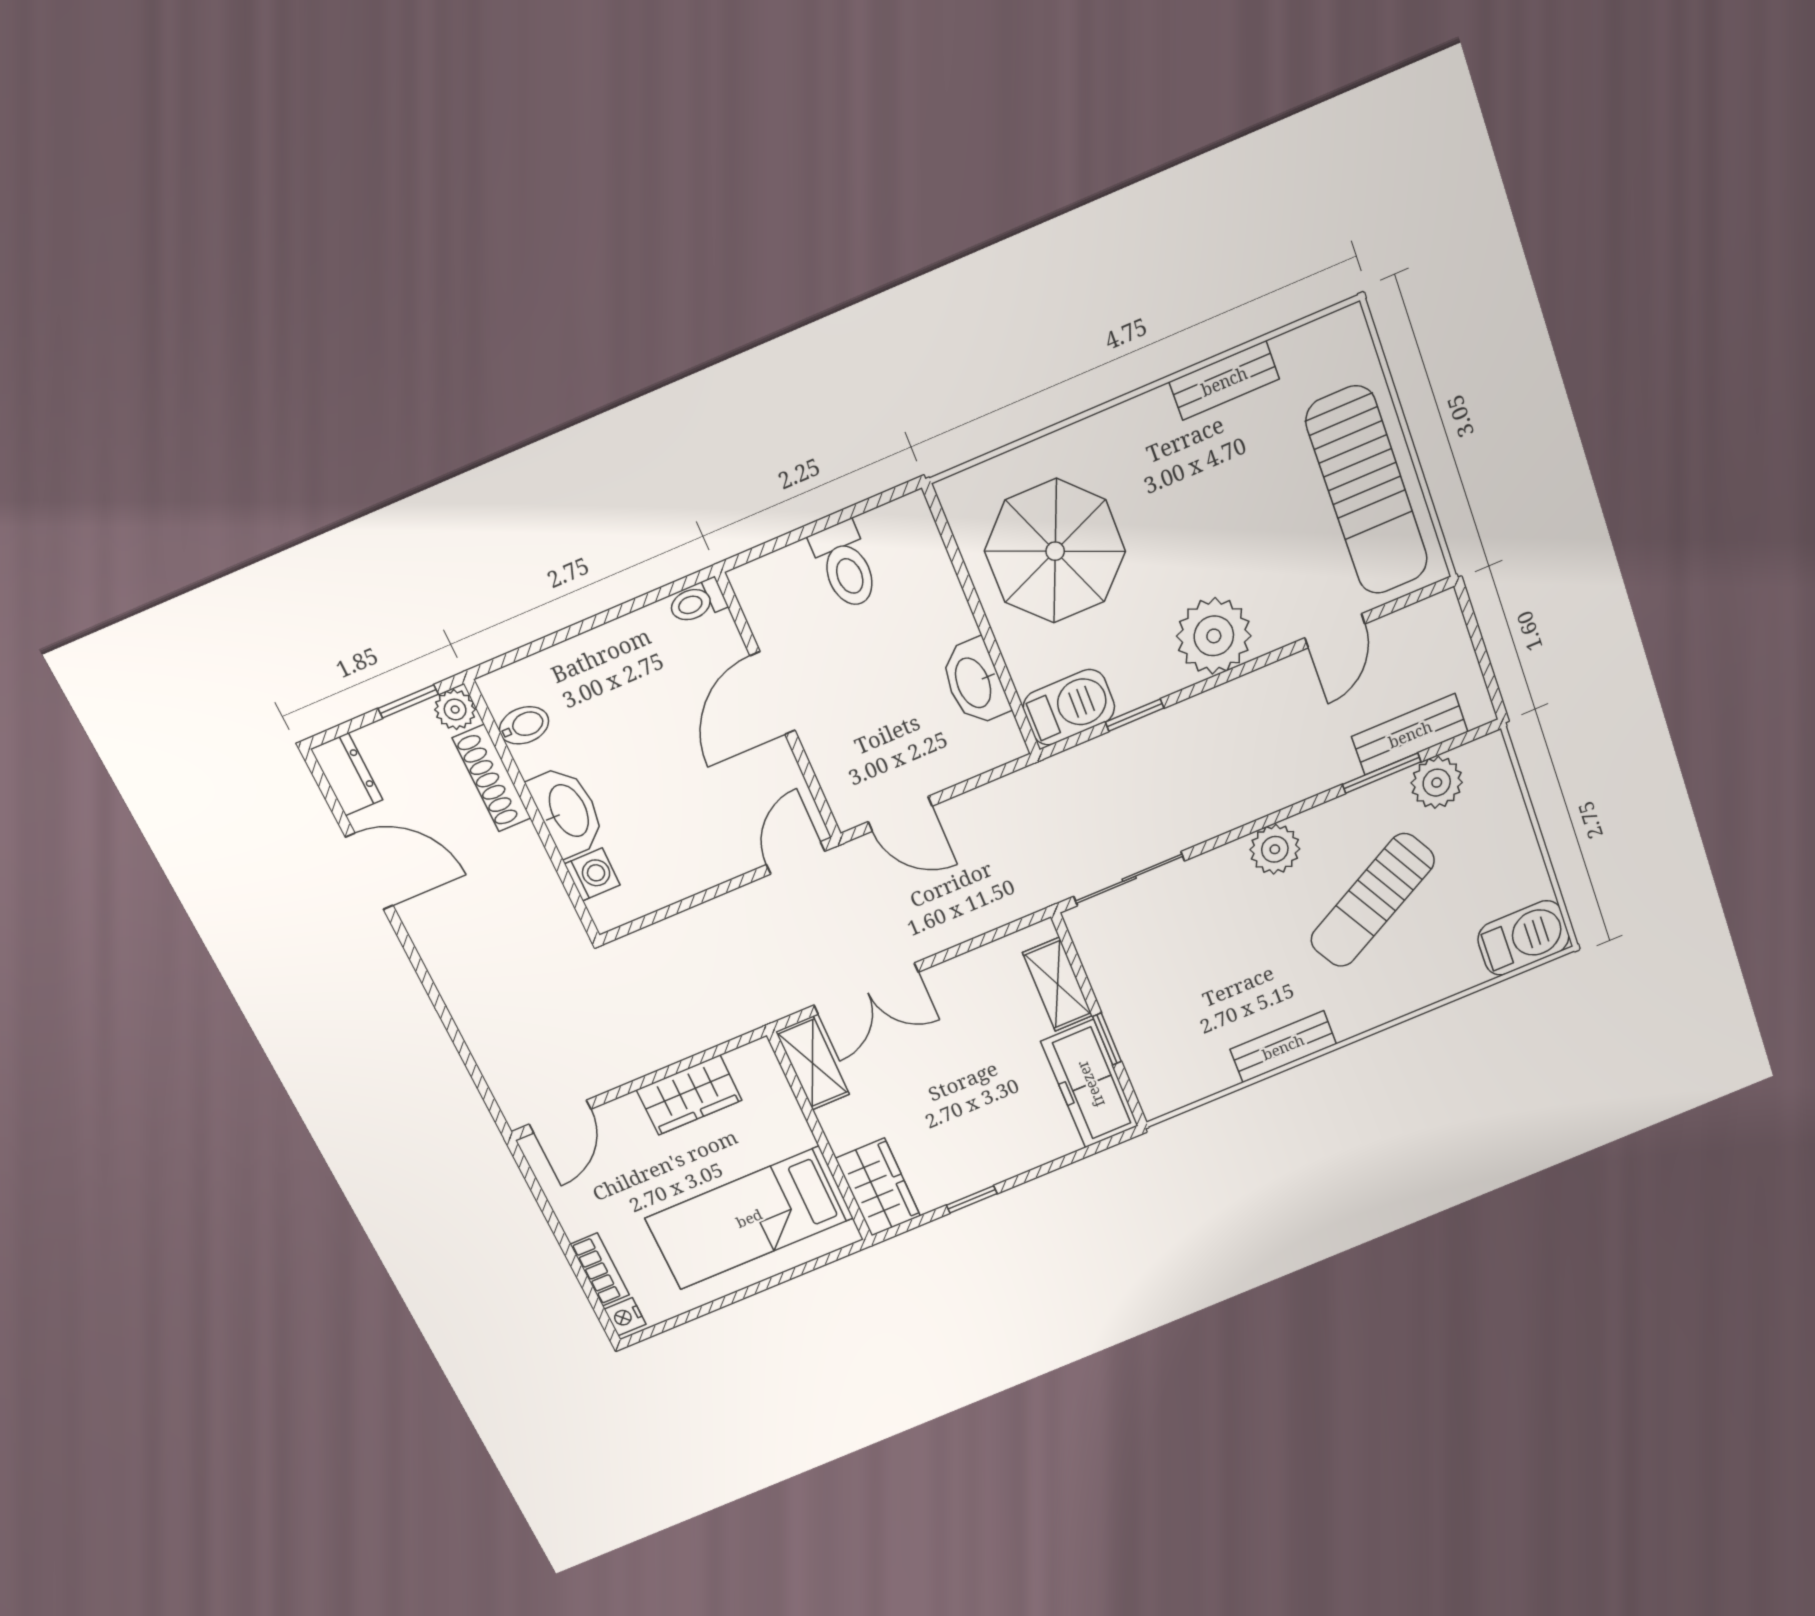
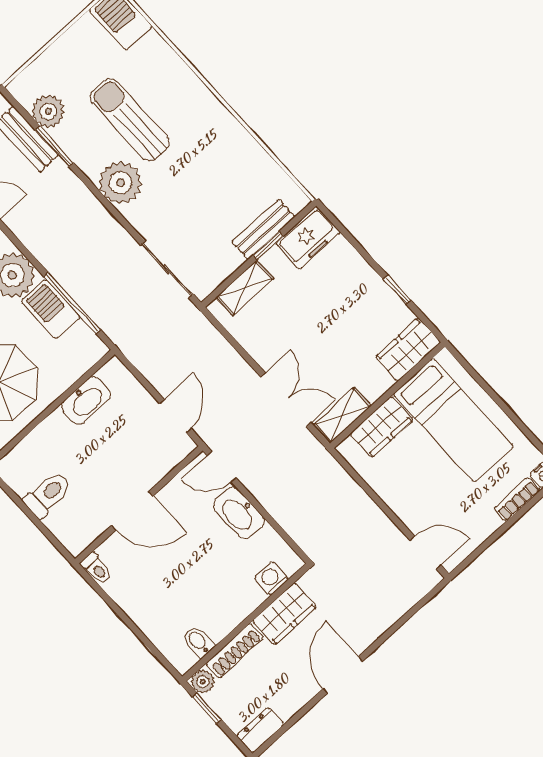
barbecue: (1069, 707) -> (51, 309), moved
window: (1135, 715) -> (72, 303), width x2.17
washbasin: (567, 811) -> (239, 513), moved, turned -90
plant: (1275, 849) -> (121, 183), width x1.36, depth x1.36
door: (369, 871) -> (343, 675), moved
wardrobe: (529, 876) -> (285, 614), added
sun lounger: (1372, 900) -> (130, 120), turned -151
bench: (1283, 1047) -> (263, 229), moved, turned 90
freezer: (1090, 1084) -> (308, 238), width x0.71
wardrobe: (689, 1095) -> (381, 427), moved, turned 90

